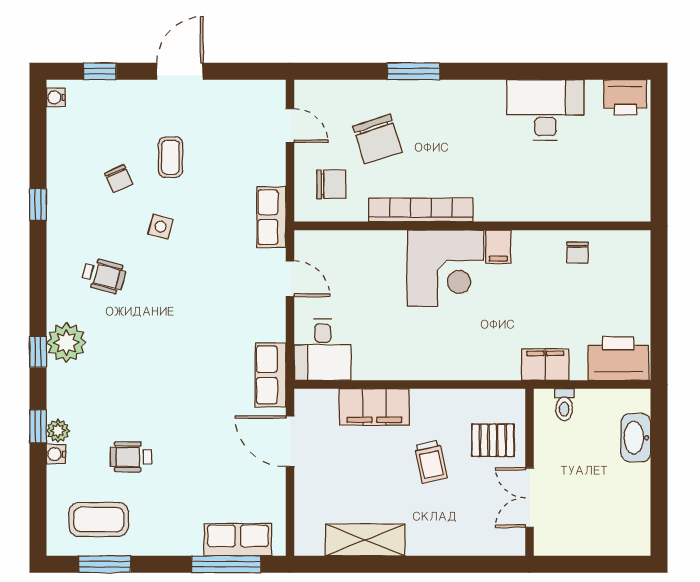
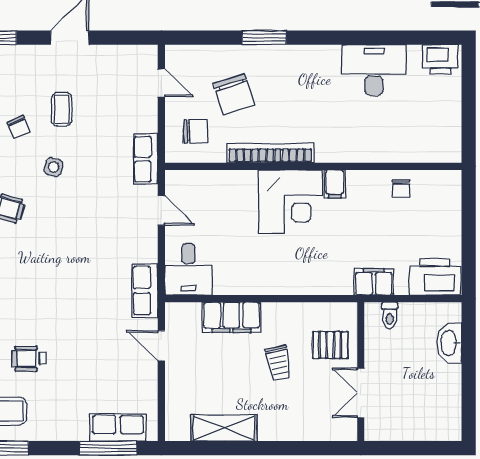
door: (290, 441) -> (161, 346), width x0.73

